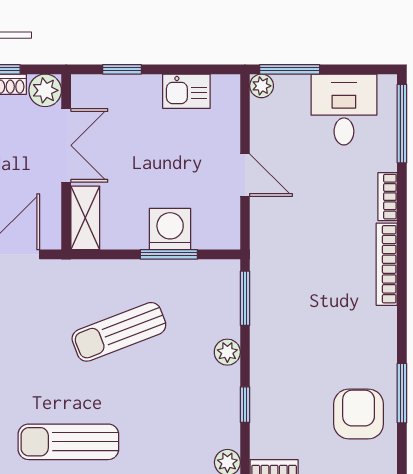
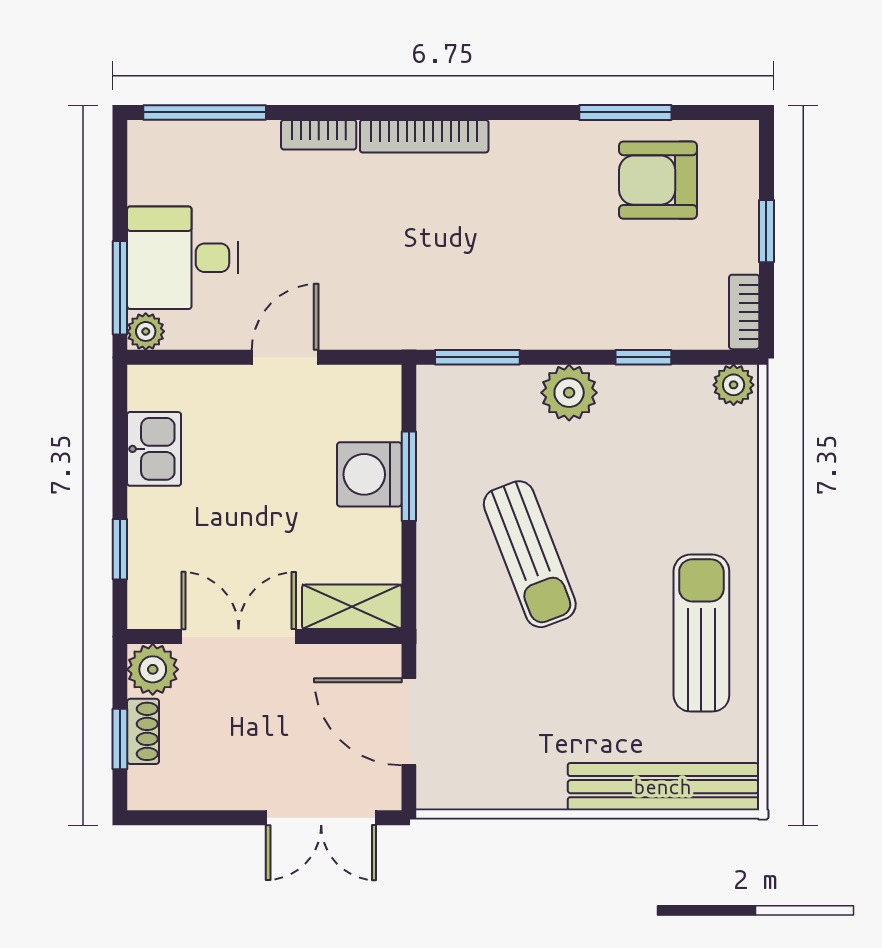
desk: (344, 109) -> (183, 258), moved
plant: (227, 352) -> (569, 393), width x1.38, depth x1.38
sun lounger: (68, 442) -> (701, 633), turned 180

